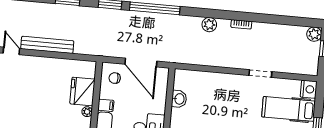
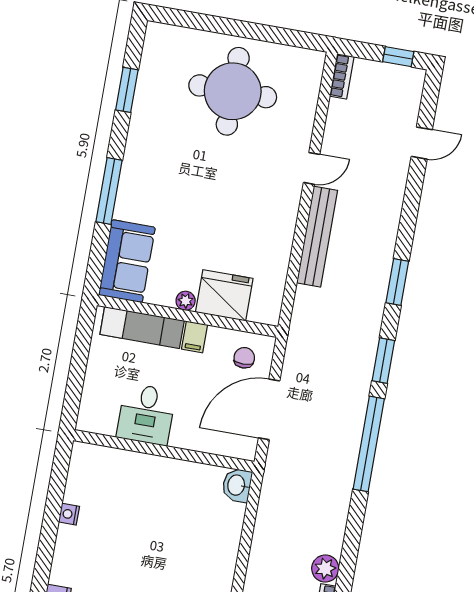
plant: (209, 25) -> (325, 569), moved
washbasin: (179, 99) -> (237, 485), moved, turned 90

